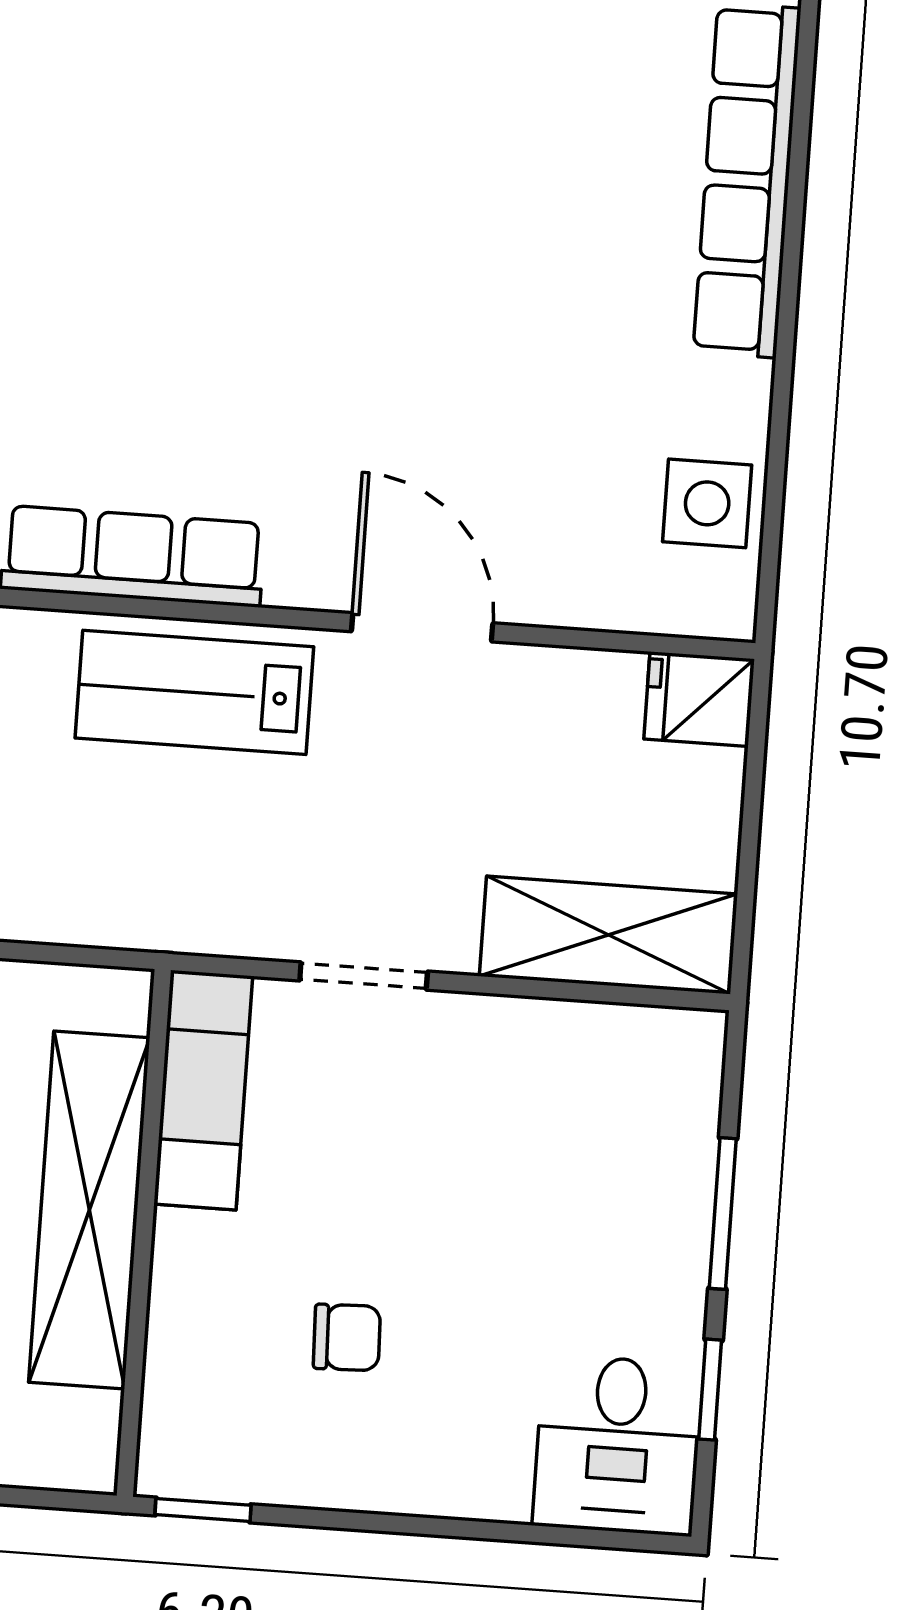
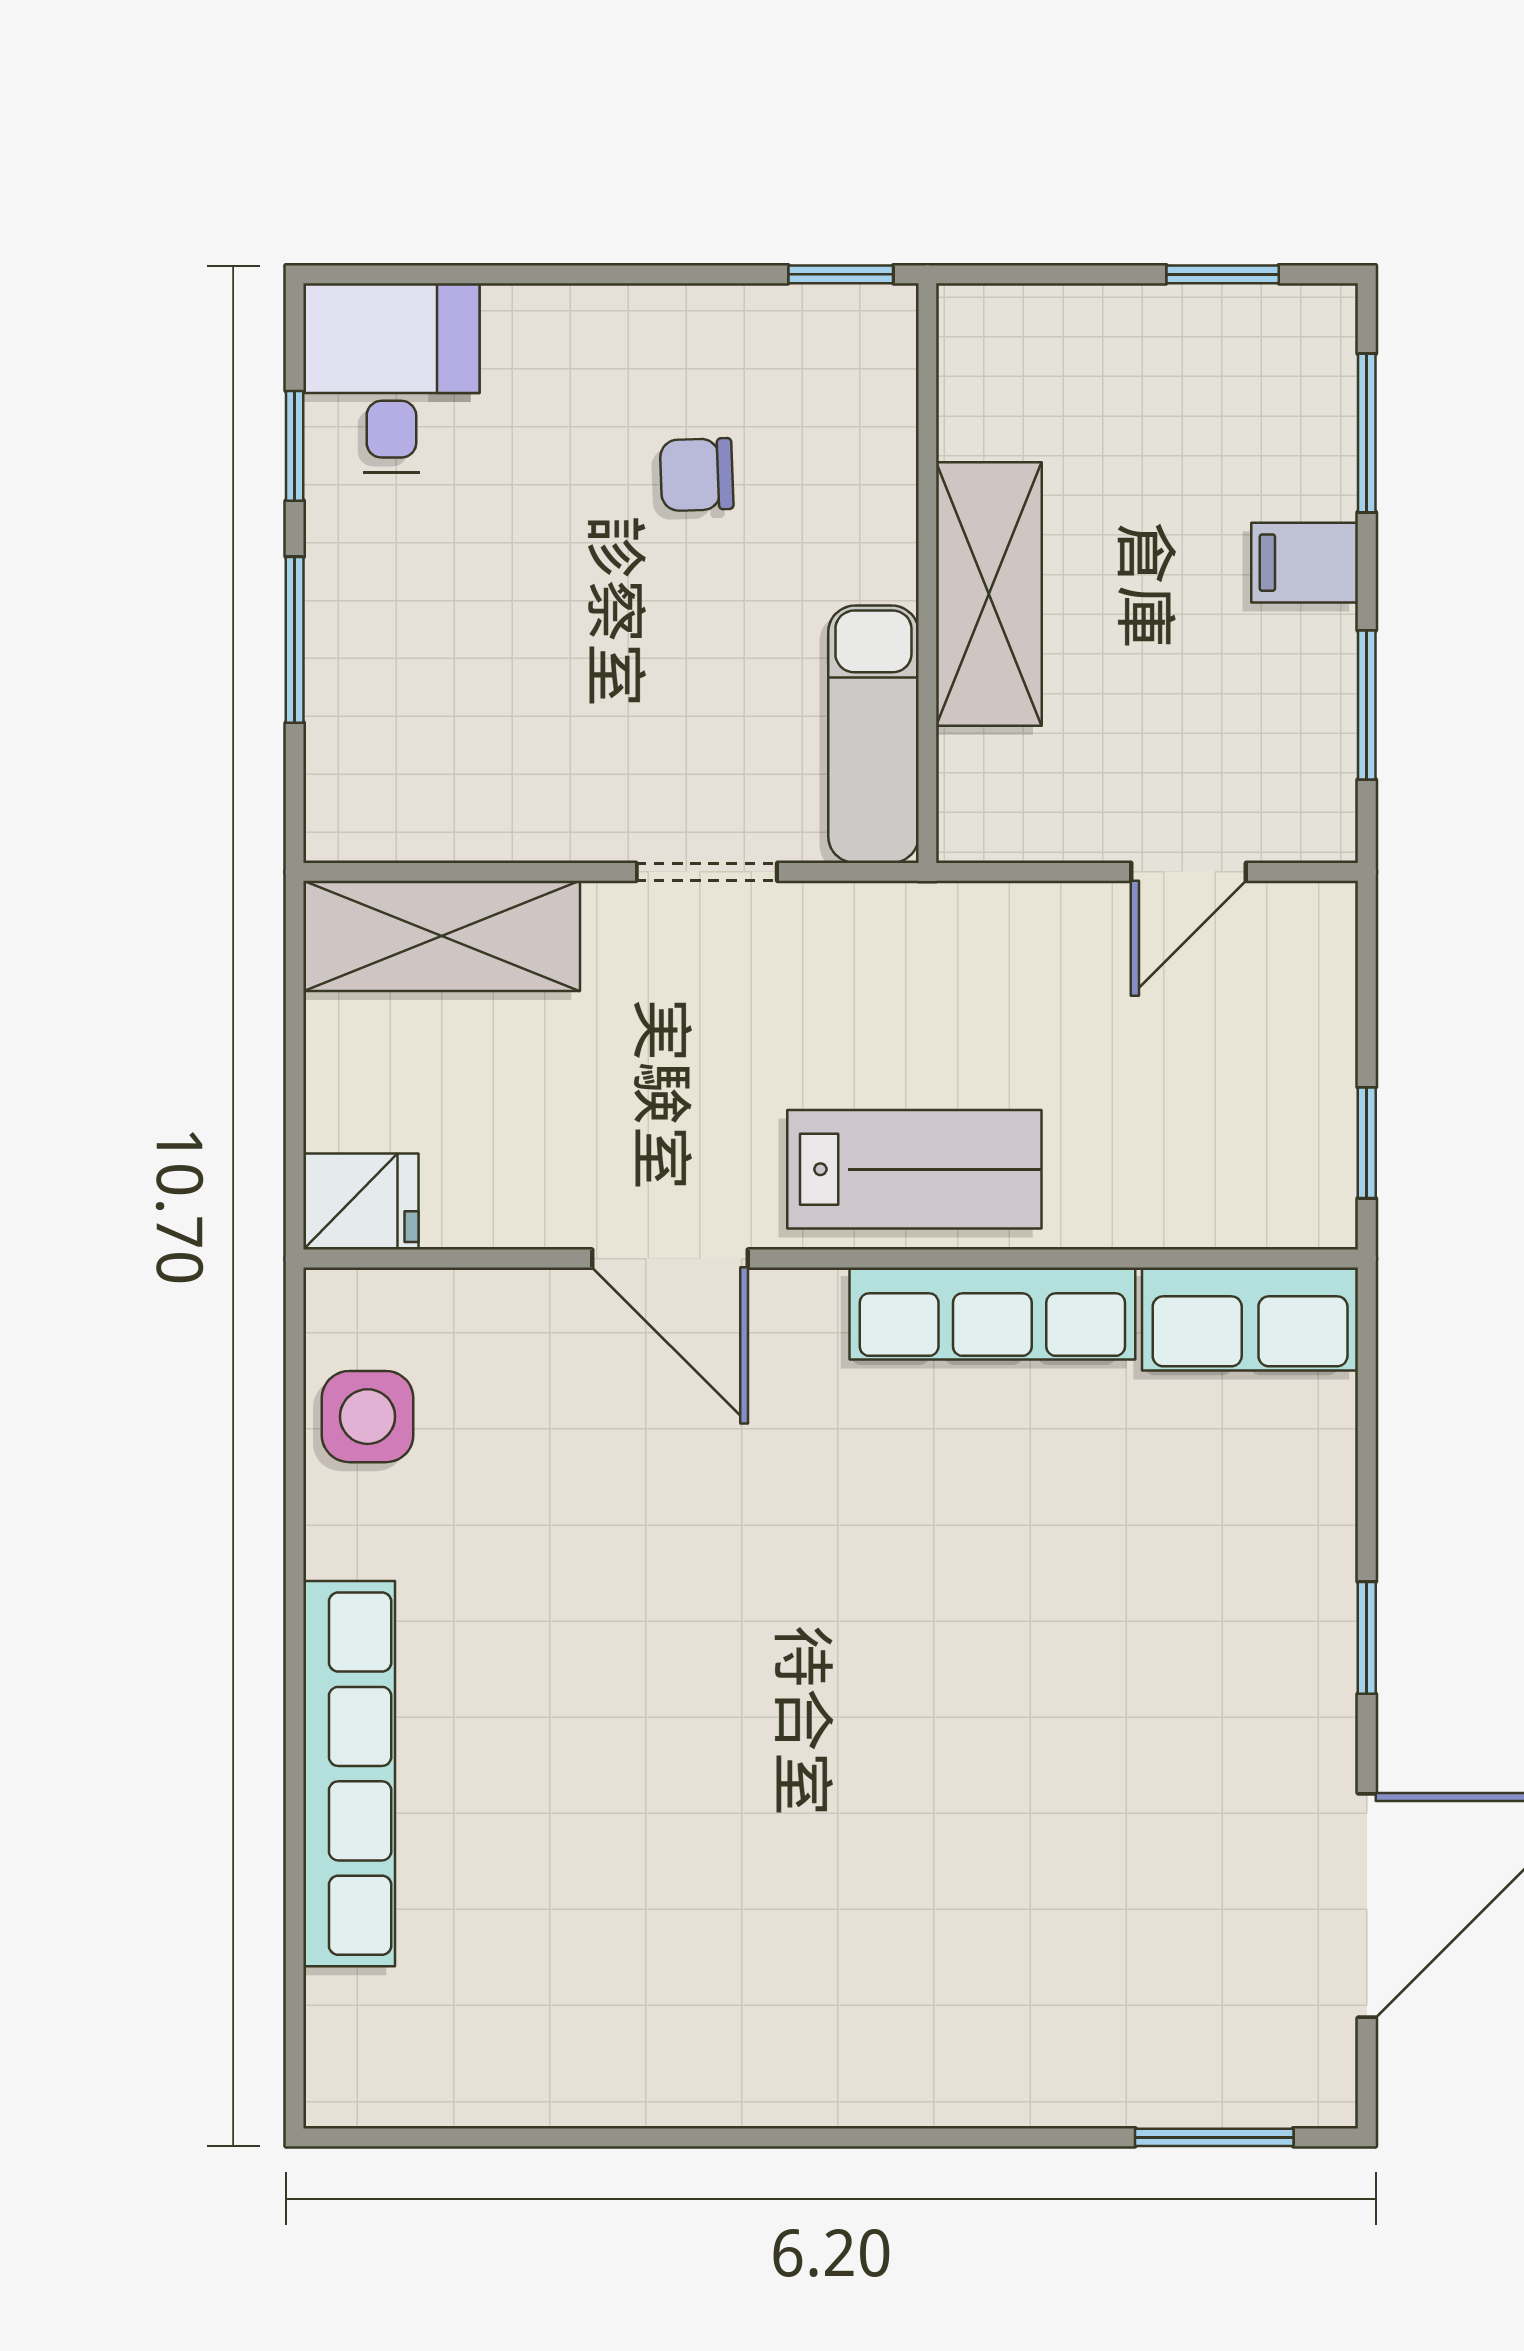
shelving: (89, 1210) -> (989, 594), width x0.68

